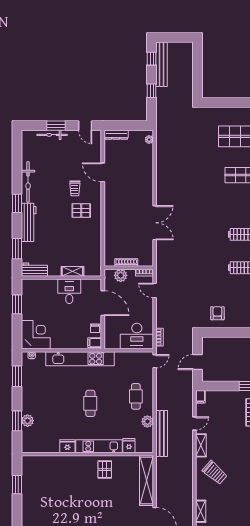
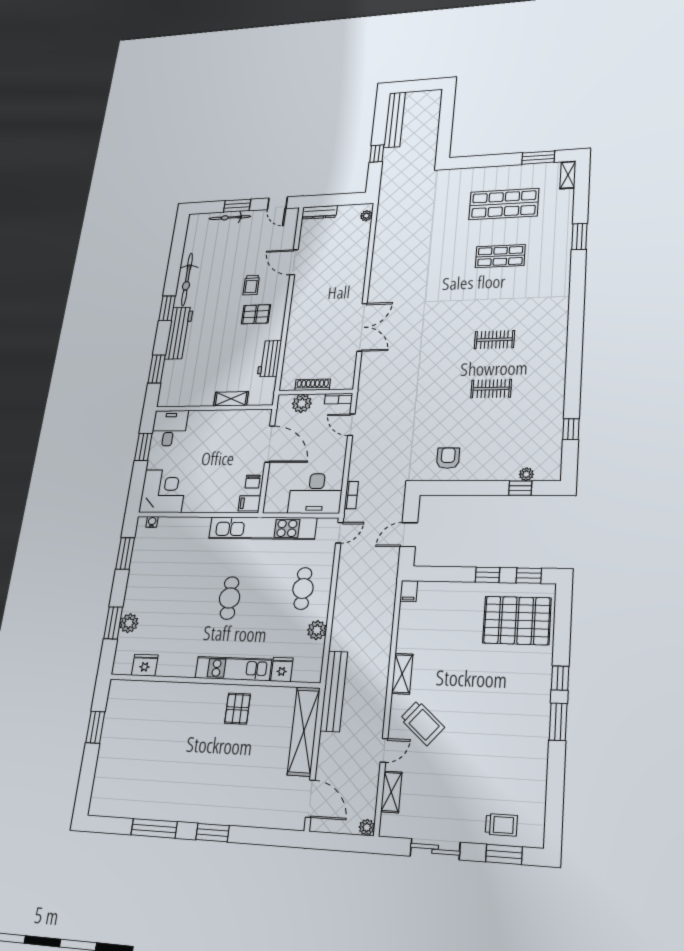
window: (152, 59) -> (381, 114), removed
workbench: (34, 270) -> (269, 358), moved, turned -90
desk: (69, 291) -> (169, 428), moved
kitchen unit: (80, 359) -> (263, 528), moved
door: (194, 423) -> (384, 750), moved
bench: (162, 433) -> (334, 691), moved
fridge: (67, 446) -> (145, 665), moved

